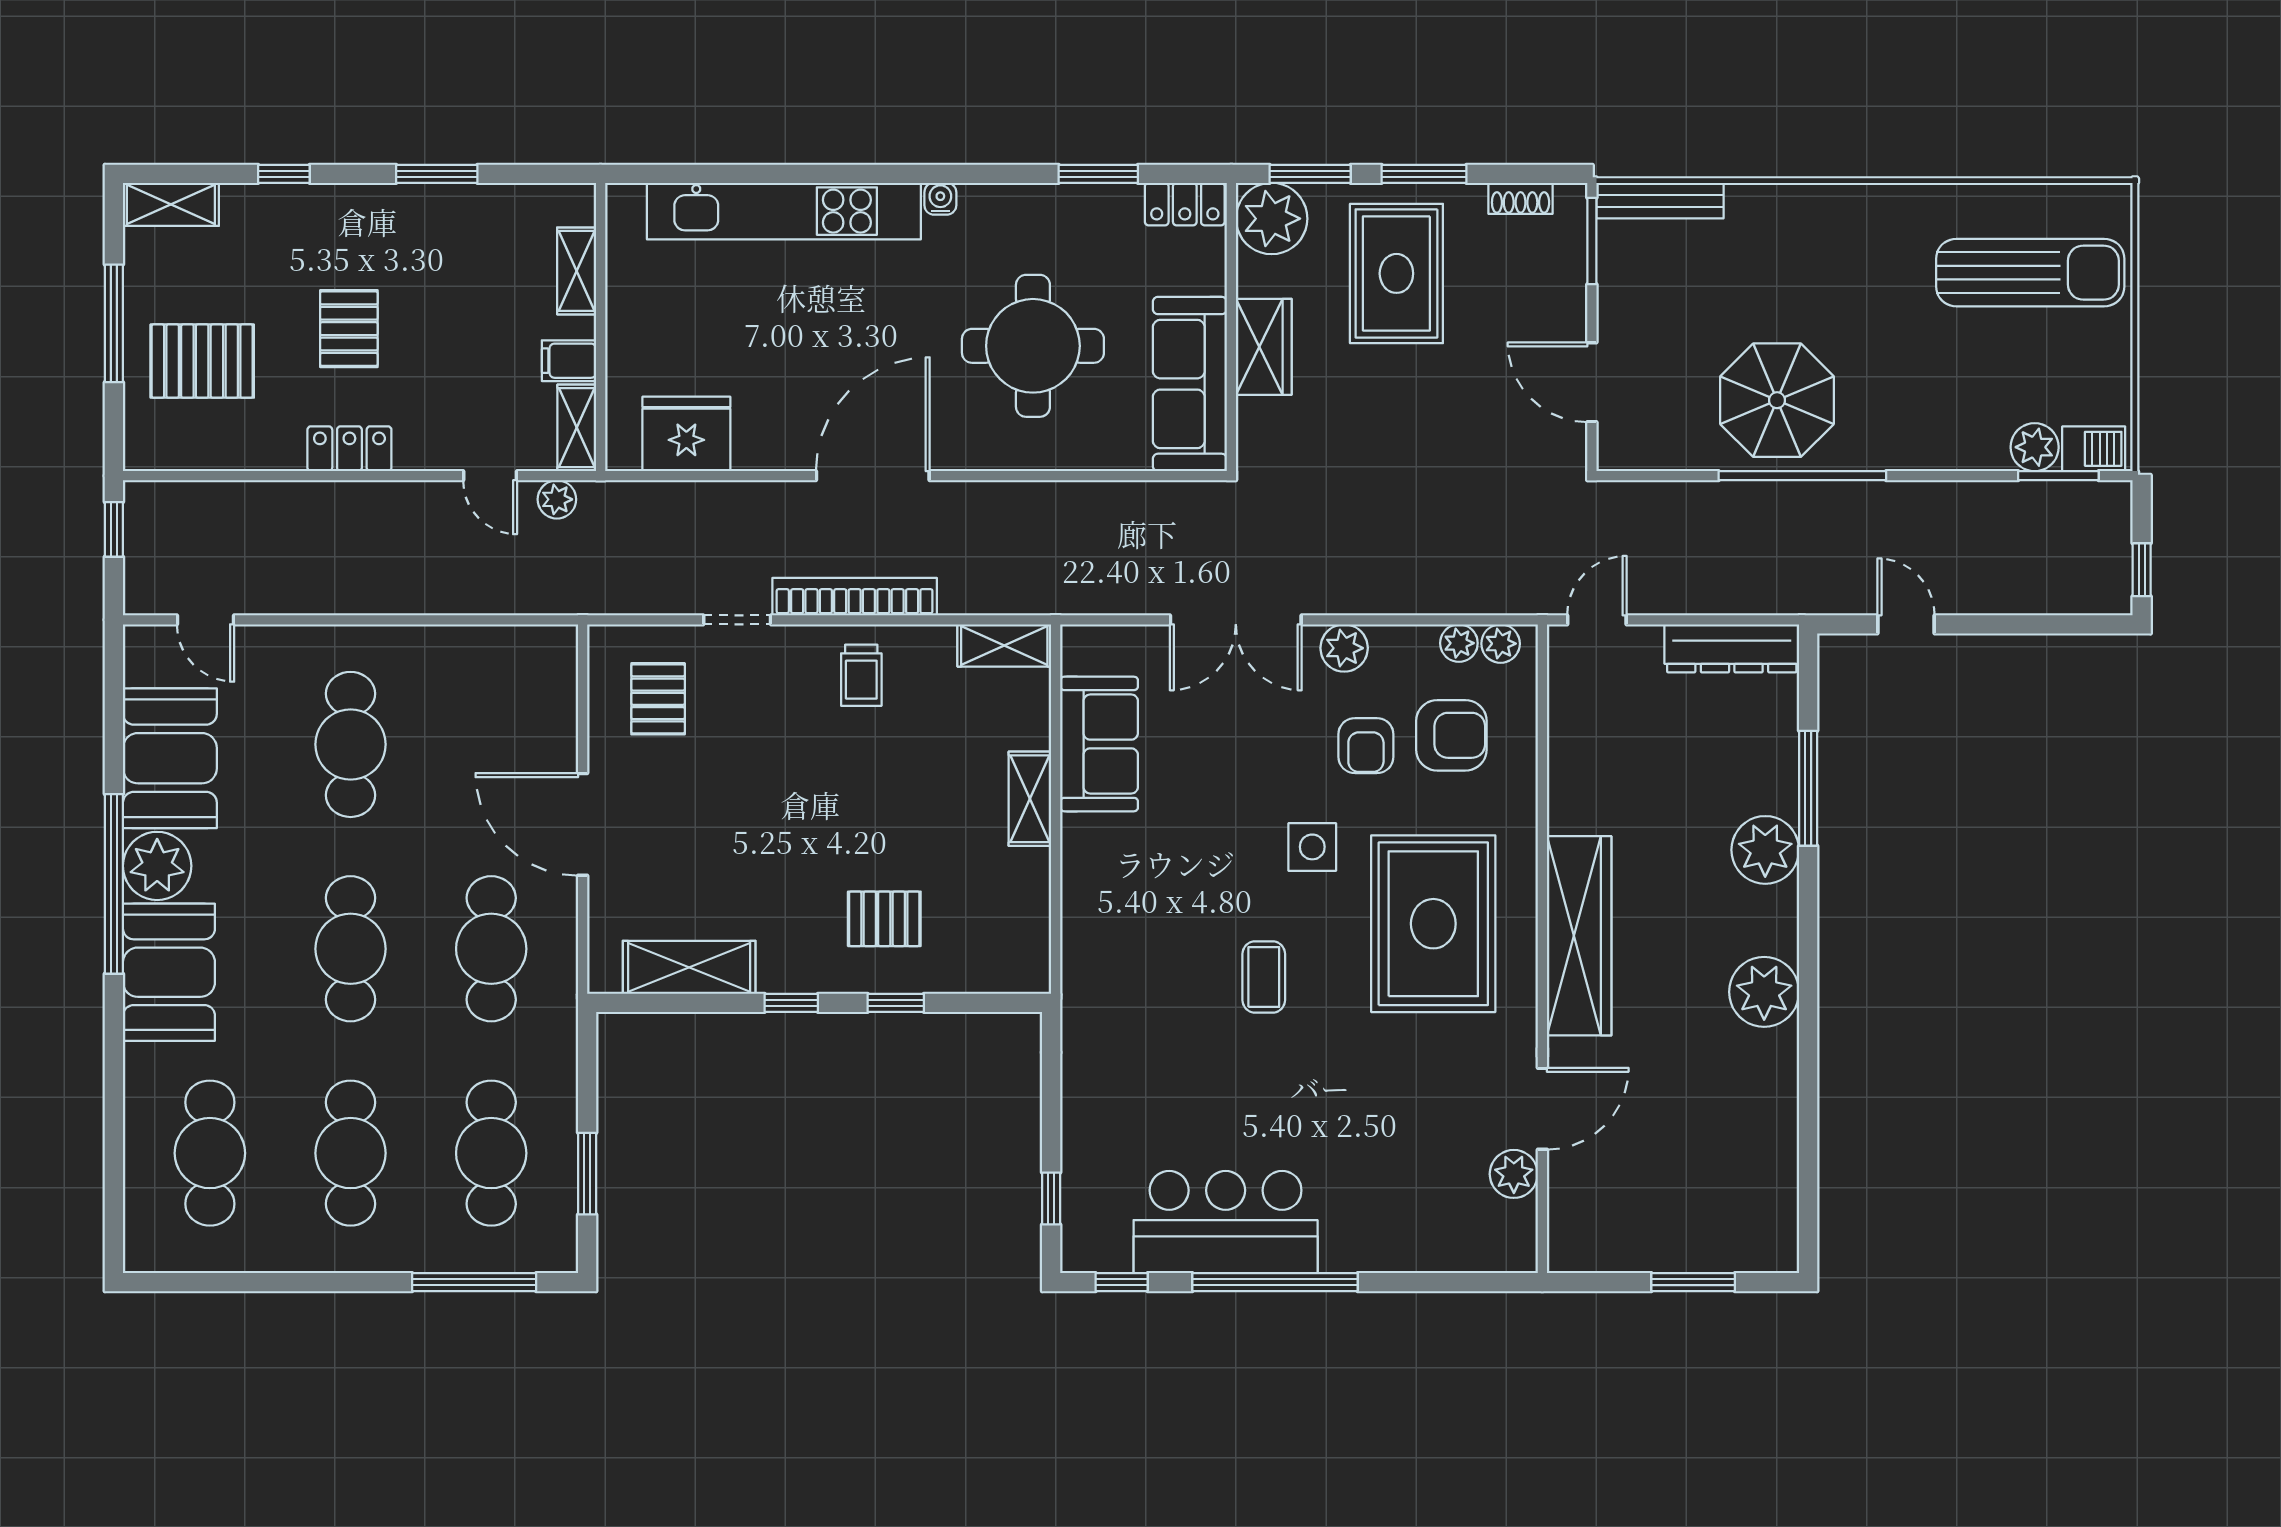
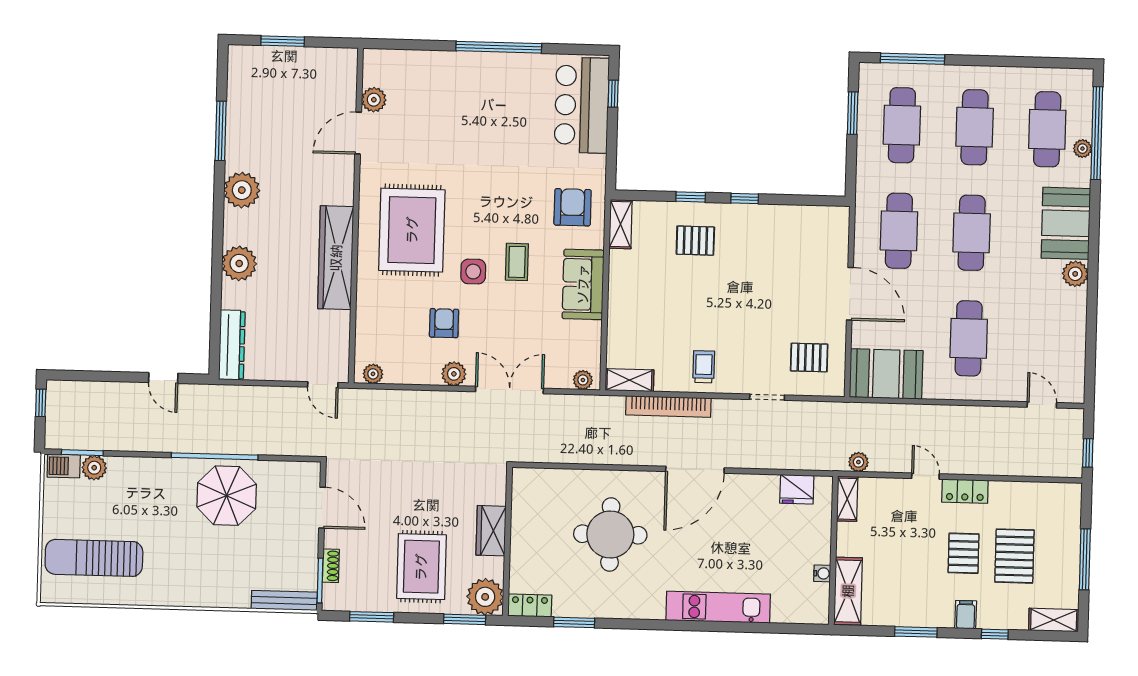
window: (1424, 174) -> (372, 617), moved
shoe rack: (1521, 198) -> (331, 566), moved, turned 90
water cooler: (940, 199) -> (822, 573), moved, turned -90
kitchen unit: (784, 211) -> (718, 607), width x0.73
shelving: (577, 271) -> (848, 591), width x1.50, depth x1.33
pallet: (202, 361) -> (1014, 556), moved, turned 90
filing cabinet: (569, 361) -> (966, 615), moved, turned -90
sofa: (1190, 384) -> (530, 513), removed
fridge: (686, 434) -> (797, 489), width x0.73, depth x0.75
door: (490, 476) -> (925, 476), moved
bookcase: (855, 597) -> (668, 406), moved
door: (1597, 620) -> (323, 385), hinge flipped
plant: (1459, 643) -> (583, 380), moved
dresser: (1732, 648) -> (232, 345), moved, turned 90
pallet: (658, 699) -> (809, 358), turned 90
armchair: (1451, 735) -> (573, 207), moved, turned 90
sofa: (1099, 744) -> (583, 284), moved
booth: (170, 758) -> (886, 374), moved, turned 90
window: (1808, 788) -> (221, 131), moved
shelving: (1030, 799) -> (621, 224), moved
plant: (157, 866) -> (1075, 274), width x0.73, depth x0.73
window: (114, 884) -> (1097, 133), moved
wardrobe: (1579, 936) -> (336, 258), moved
shelving: (689, 967) -> (797, 218), removed
coffee table: (1264, 977) -> (517, 262), moved
plant: (141, 1118) -> (1082, 149), added
bar counter: (1226, 1222) -> (582, 105), moved, turned 90
window: (1122, 1282) -> (578, 49), removed

